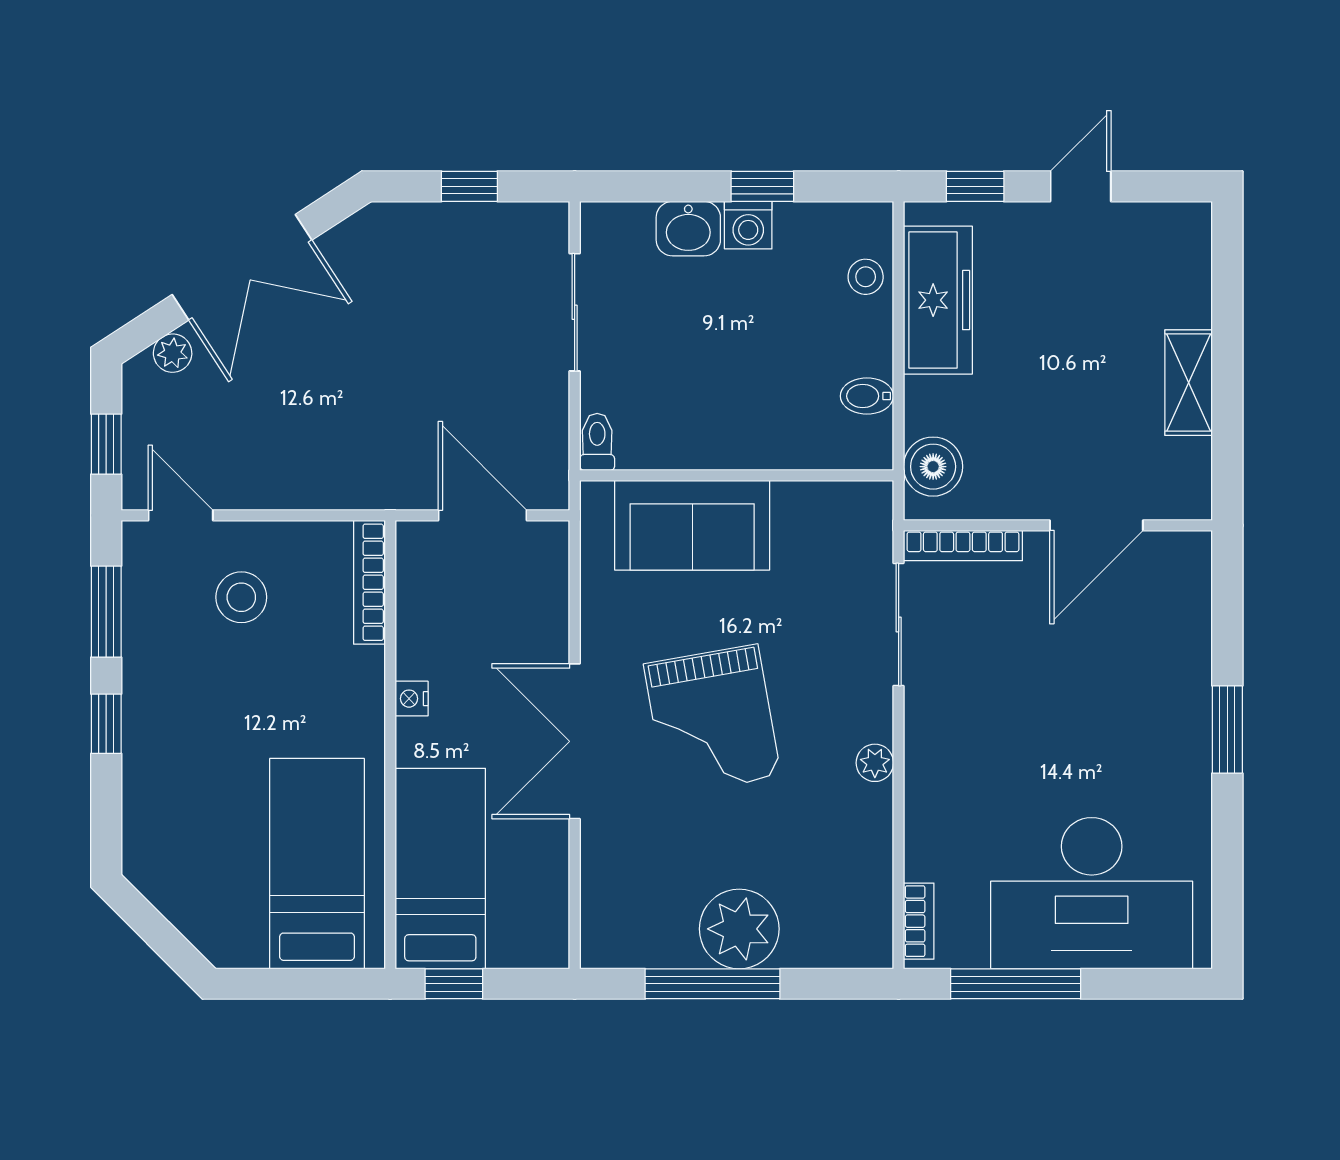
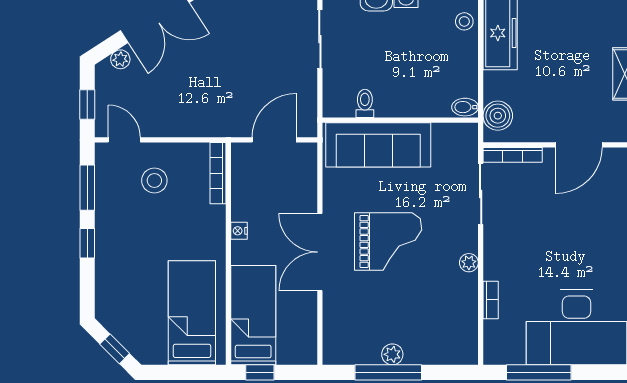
bidet: (867, 396) -> (465, 107), moved
toilet: (597, 442) -> (365, 103), moved
door: (483, 515) -> (274, 140), hinge flipped
sofa: (692, 525) -> (378, 145), width x1.36
grand piano: (712, 720) -> (388, 242), turned -80
bookcase: (919, 921) -> (491, 300), moved
plant: (739, 929) -> (392, 354), width x0.53, depth x0.53
window: (161, 936) -> (115, 349), added

